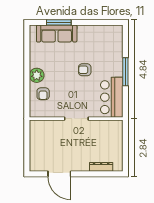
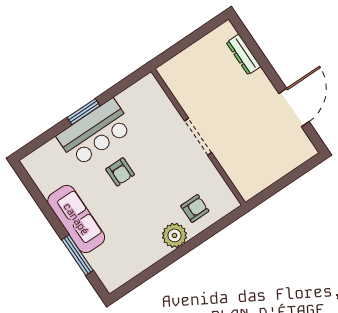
sofa: (57, 34) -> (76, 219), moved
window: (125, 72) -> (84, 112), width x0.69
bar counter: (112, 97) -> (95, 133), moved

